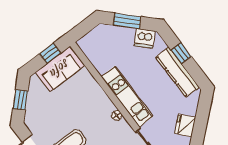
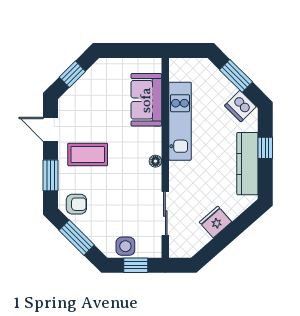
window: (50, 53) -> (136, 51), removed
sofa: (60, 69) -> (146, 100), moved, turned 90
kitchen unit: (127, 96) -> (180, 121), moved

